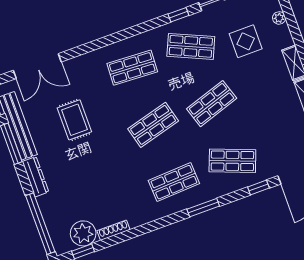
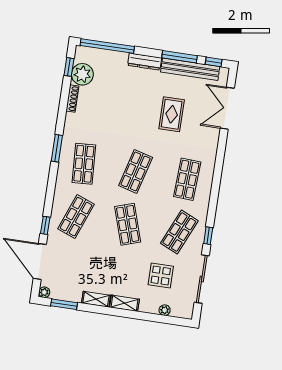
rug: (74, 120) -> (172, 114), turned 90
shop shelf: (153, 125) -> (136, 171), turned 30
window: (203, 208) -> (57, 148), moved

